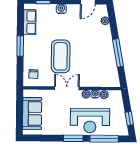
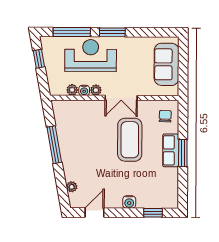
row of seats: (30, 22) -> (171, 150), moved

